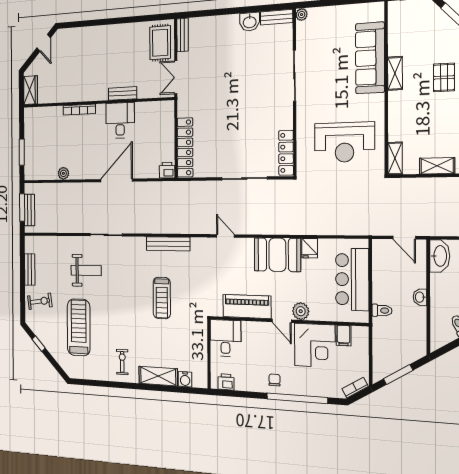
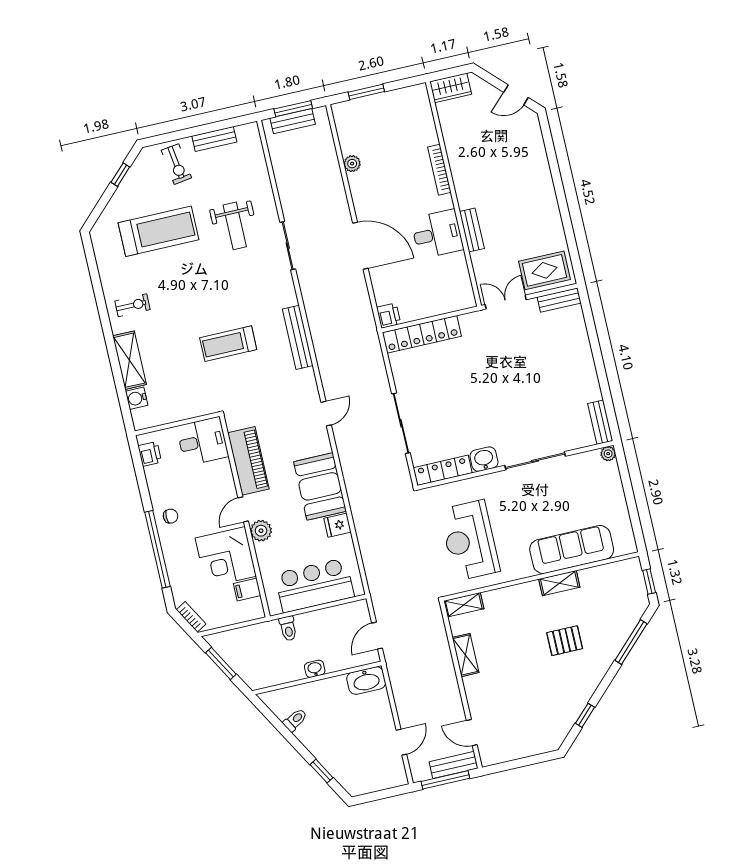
washbasin: (250, 22) -> (484, 459), moved, turned 90

